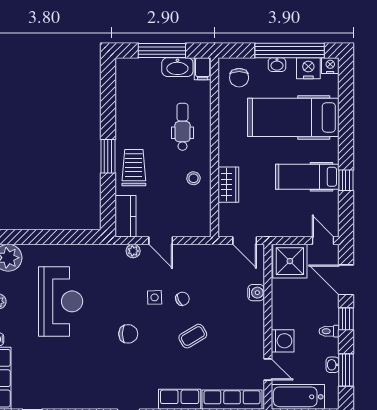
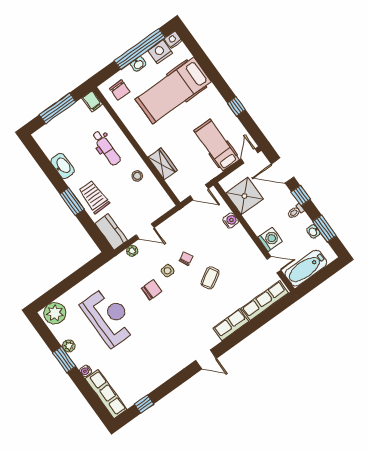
washbasin: (177, 67) -> (63, 166), moved, turned -90
dental chair: (183, 127) -> (106, 148), turned 180
hospital bed: (307, 177) -> (217, 145), moved, turned 90
door: (323, 241) -> (250, 156), hinge flipped
shower: (290, 261) -> (245, 196), moved
chair: (128, 334) -> (152, 290), moved

